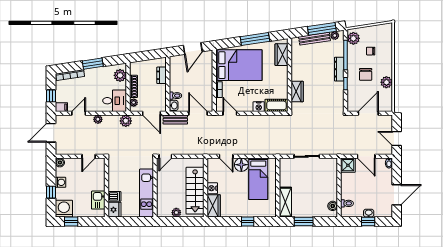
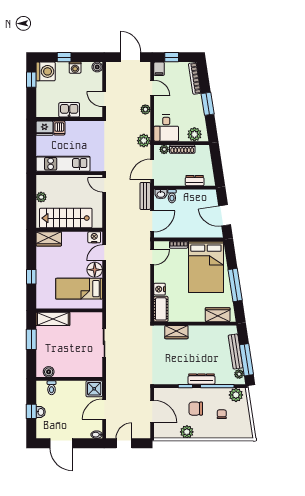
nightstand: (212, 188) -> (94, 237), moved
kitchen sink: (98, 200) -> (69, 110), moved

